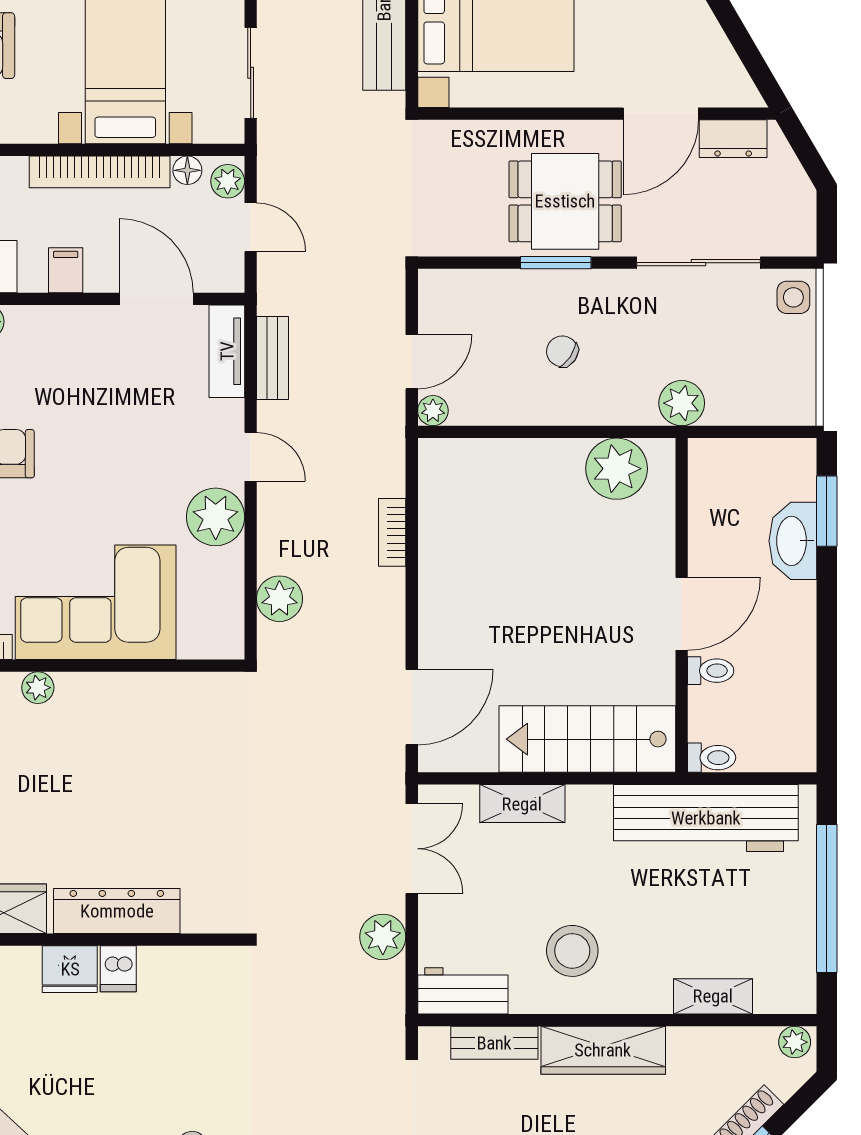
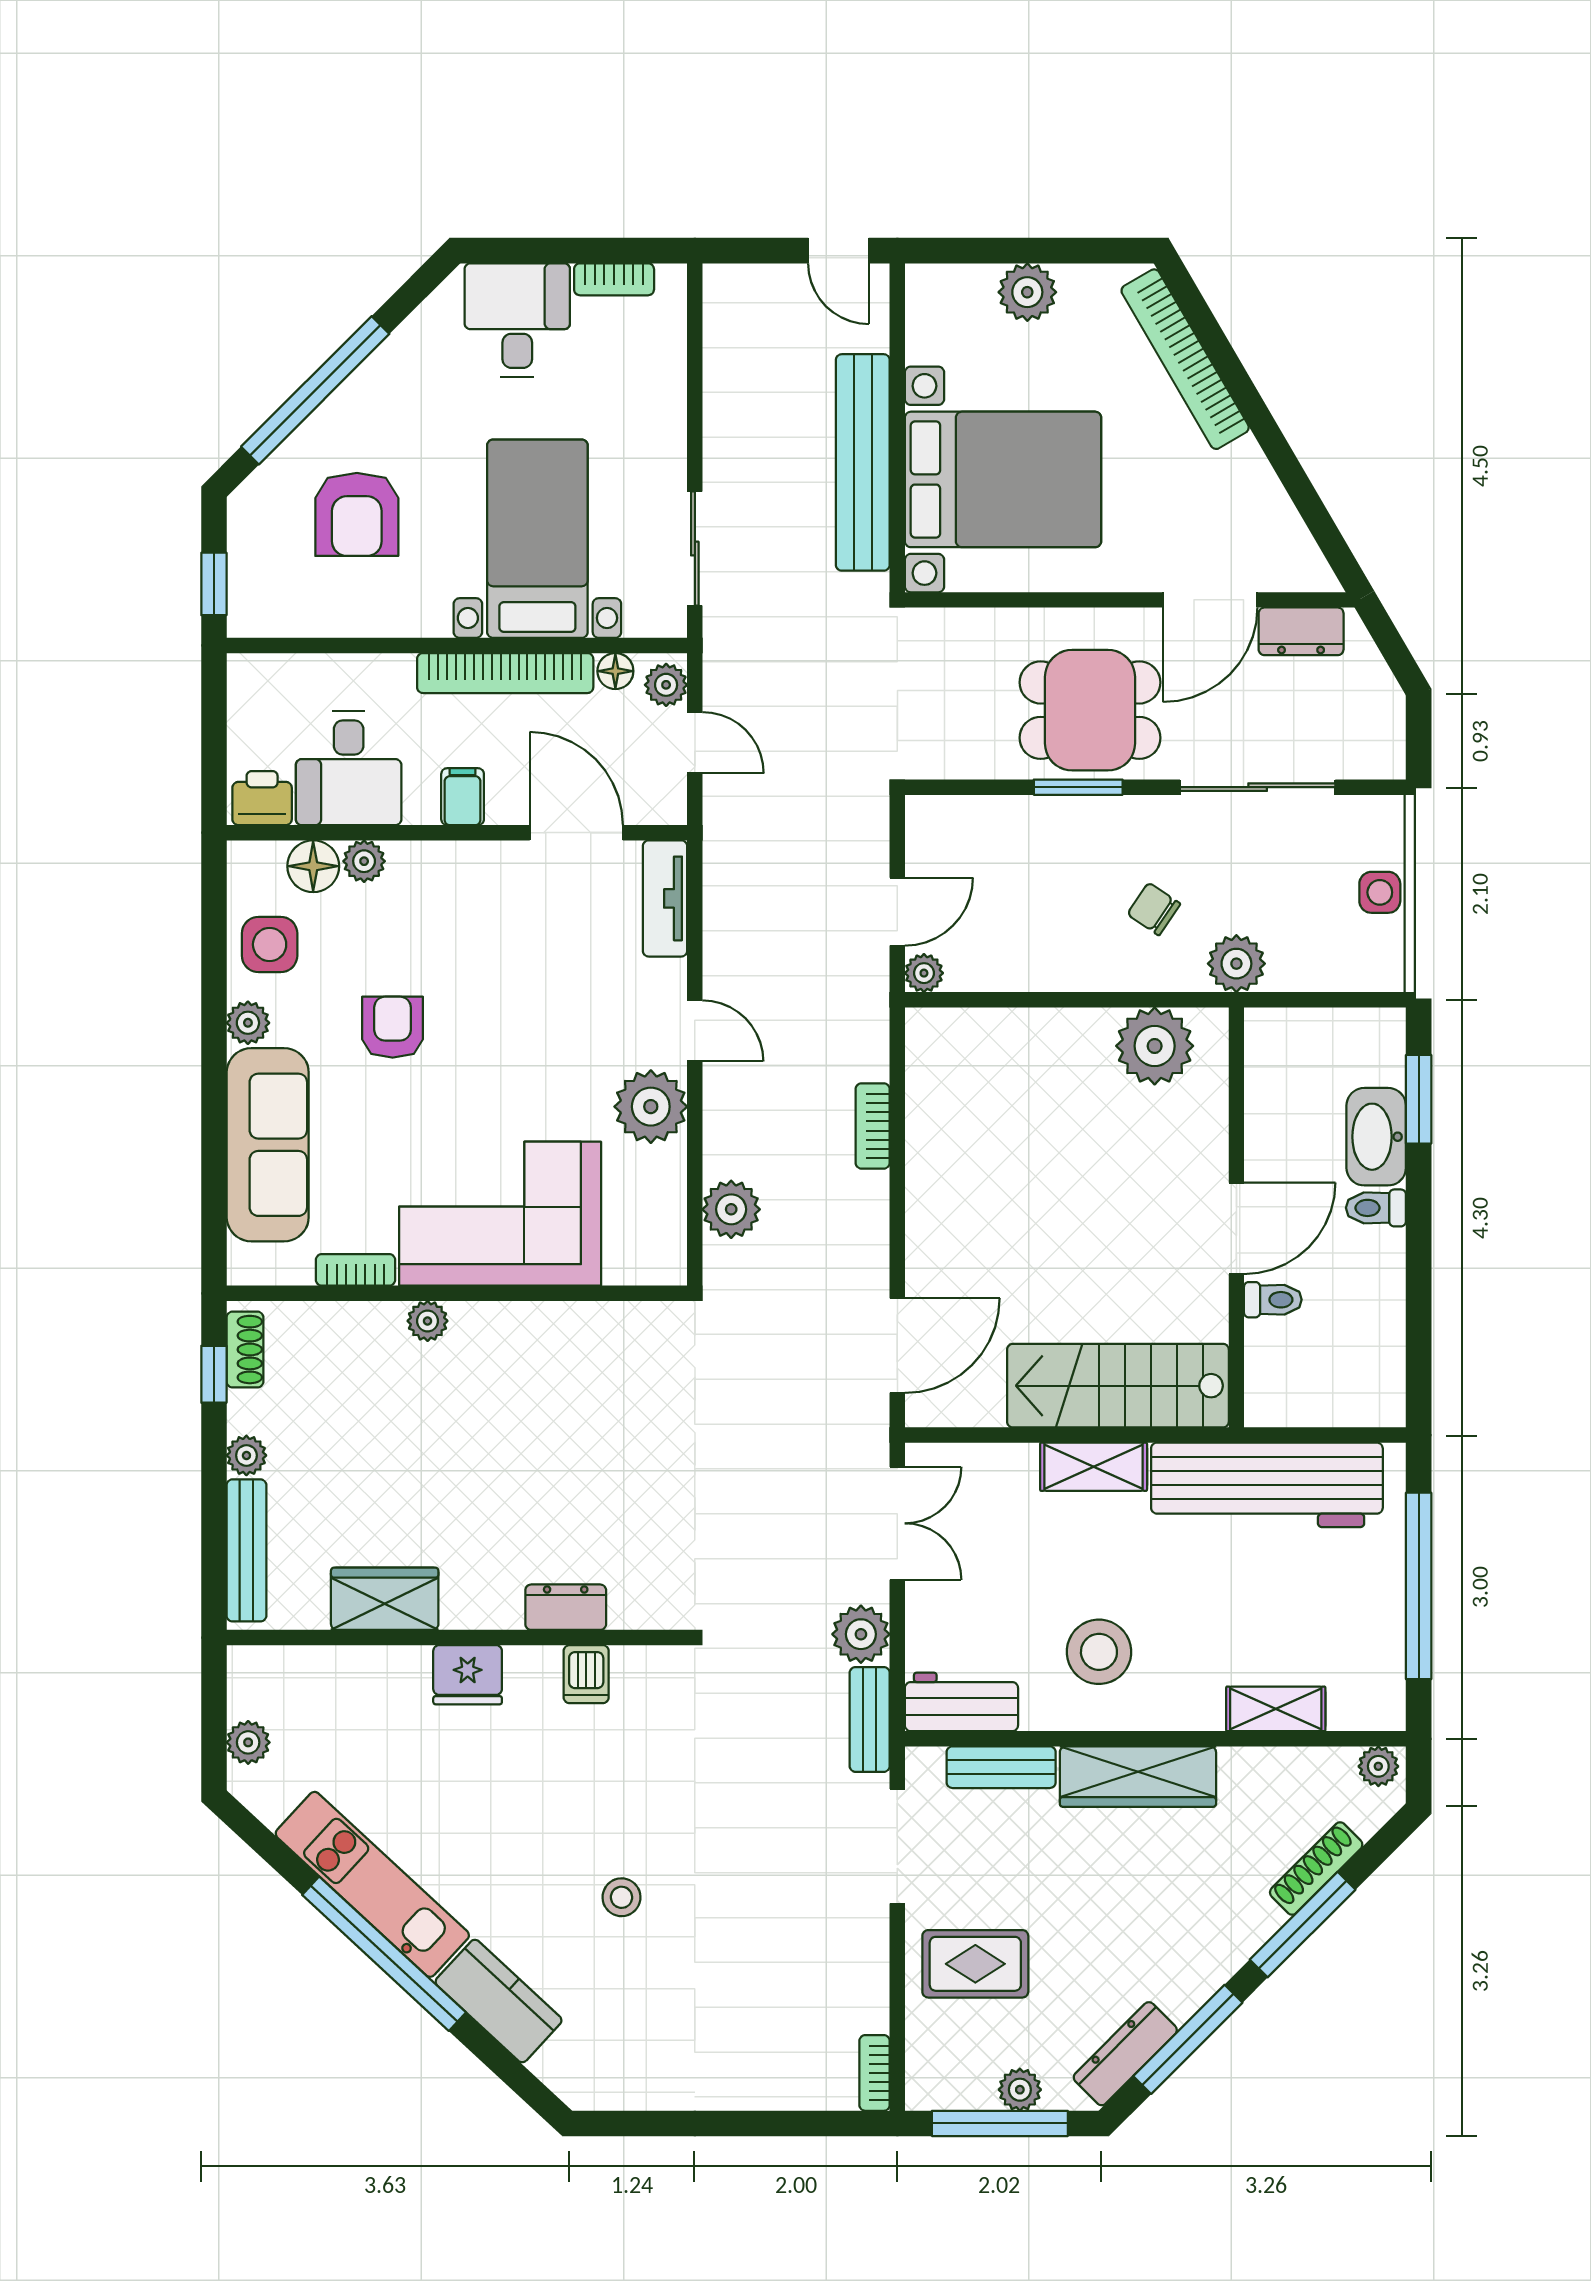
side table: (793, 297) -> (1380, 892), moved
chair: (562, 351) -> (1154, 909), moved
bench: (273, 358) -> (870, 1719), moved
toilet: (712, 758) -> (1376, 1208), moved, turned 180
shelving: (522, 804) -> (1094, 1467), moved
dresser: (117, 911) -> (566, 1607), width x0.51, depth x0.80
dishwasher: (118, 969) -> (586, 1674), moved

